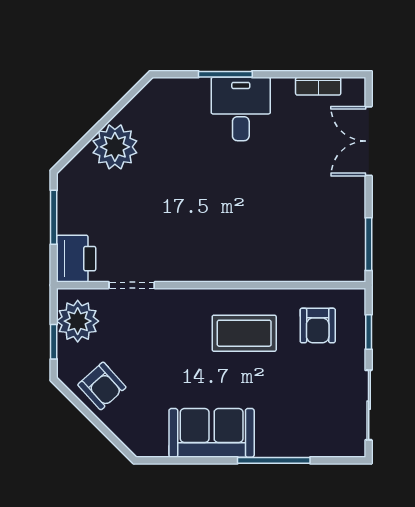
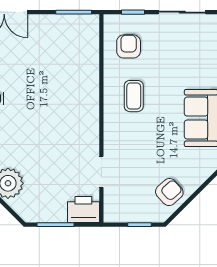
plant: (78, 321) -> (126, 208), removed
armchair: (318, 326) -> (129, 46), turned -90
coffee table: (244, 333) -> (134, 96), width x0.73, depth x0.77

